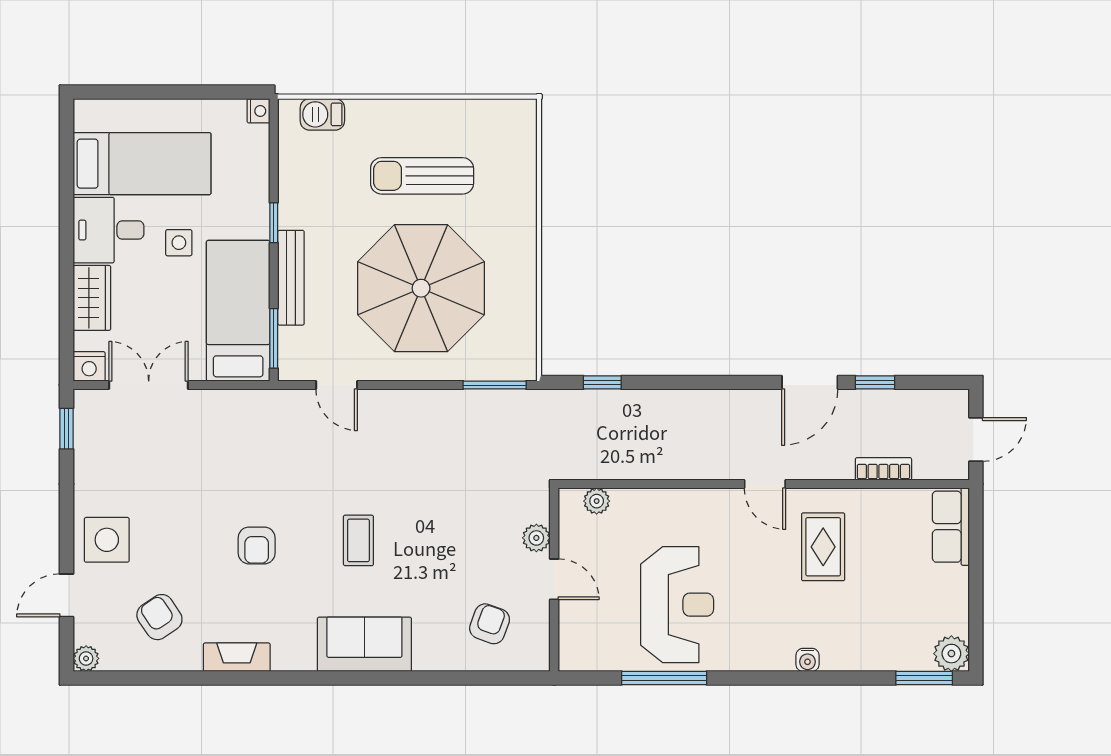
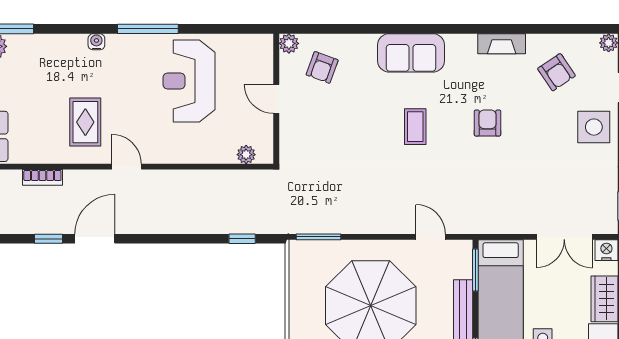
plant: (536, 538) -> (289, 43), moved
window: (664, 678) -> (148, 29), moved

